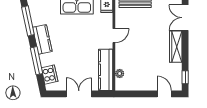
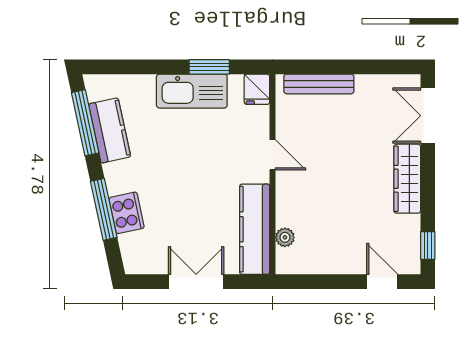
door: (114, 36) -> (273, 155), hinge flipped
kitchen counter: (42, 39) -> (110, 130), moved
cooker: (50, 75) -> (127, 213), moved

